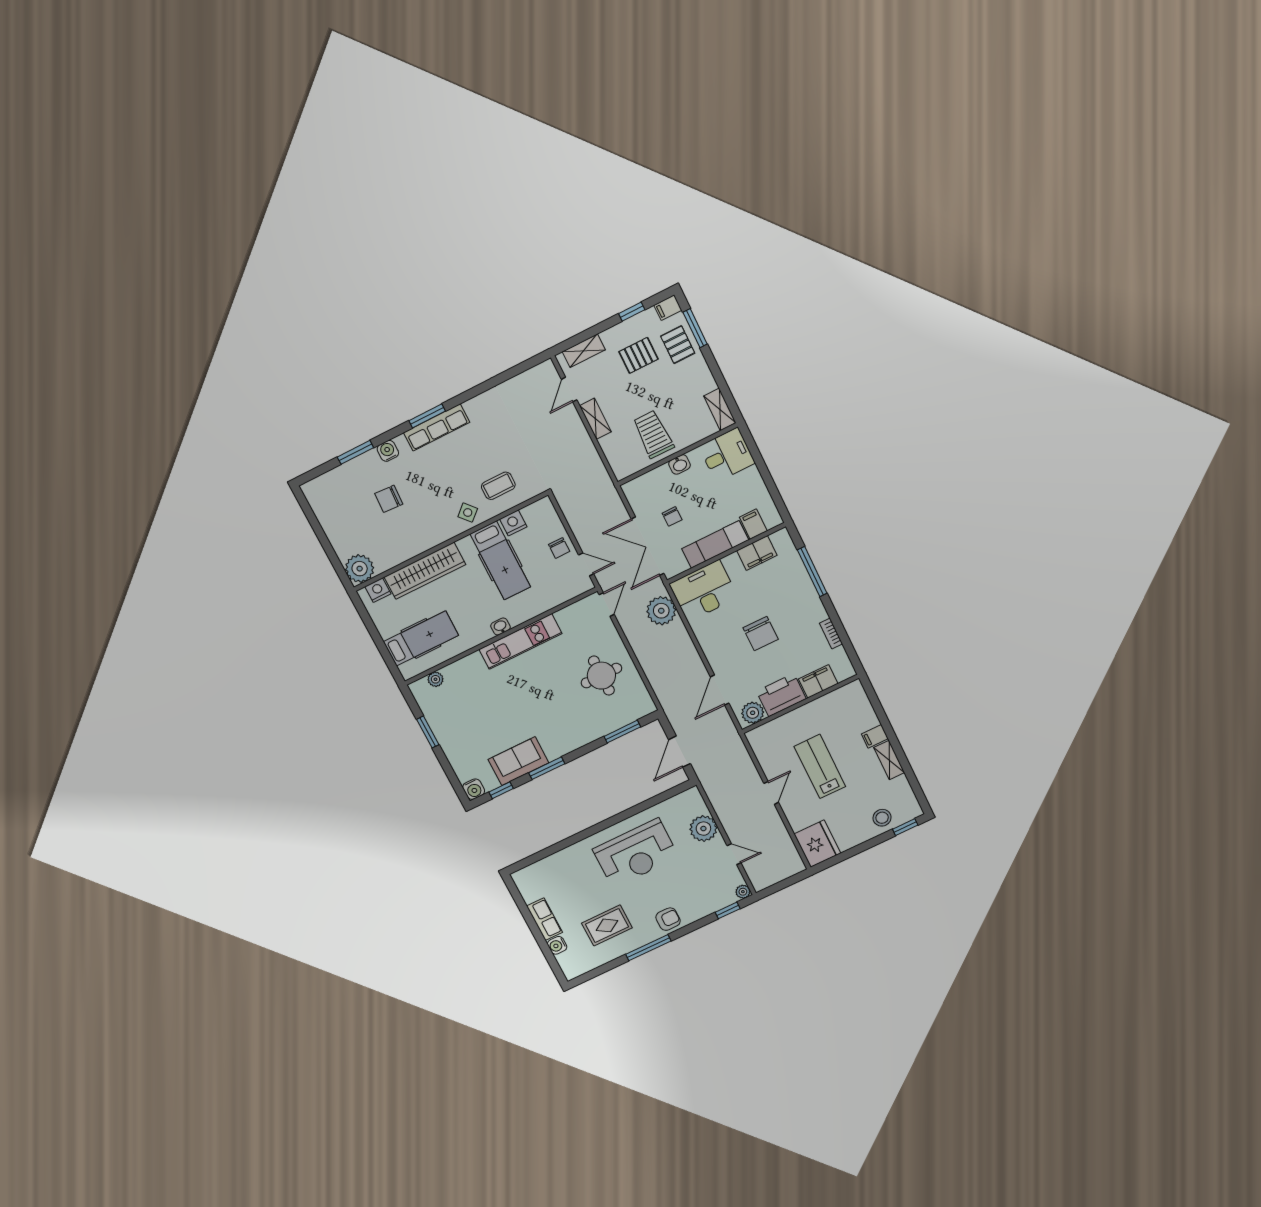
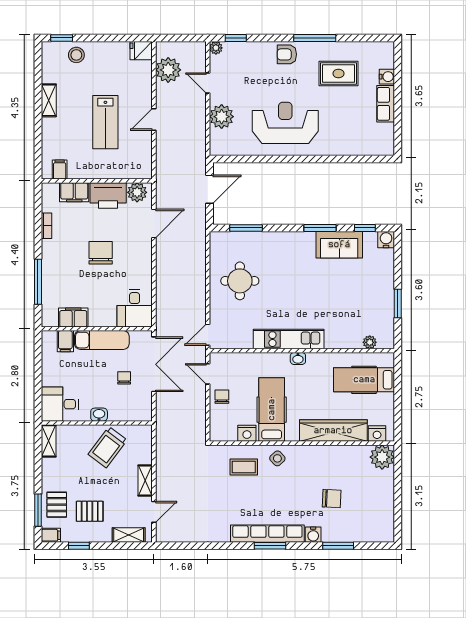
row of seats: (437, 427) -> (267, 534), width x1.36
trolley: (653, 434) -> (108, 447), turned 37
desk: (704, 591) -> (135, 308), width x0.73
plant: (661, 611) -> (168, 70), moved
filing cabinet: (875, 736) -> (60, 169), moved, turned -90
fridge: (817, 844) -> (141, 51), width x0.53, depth x0.75

